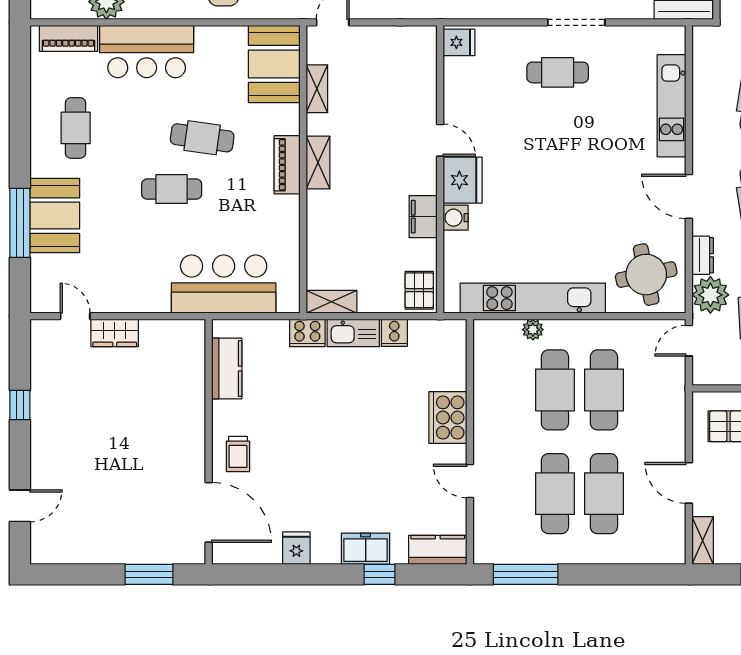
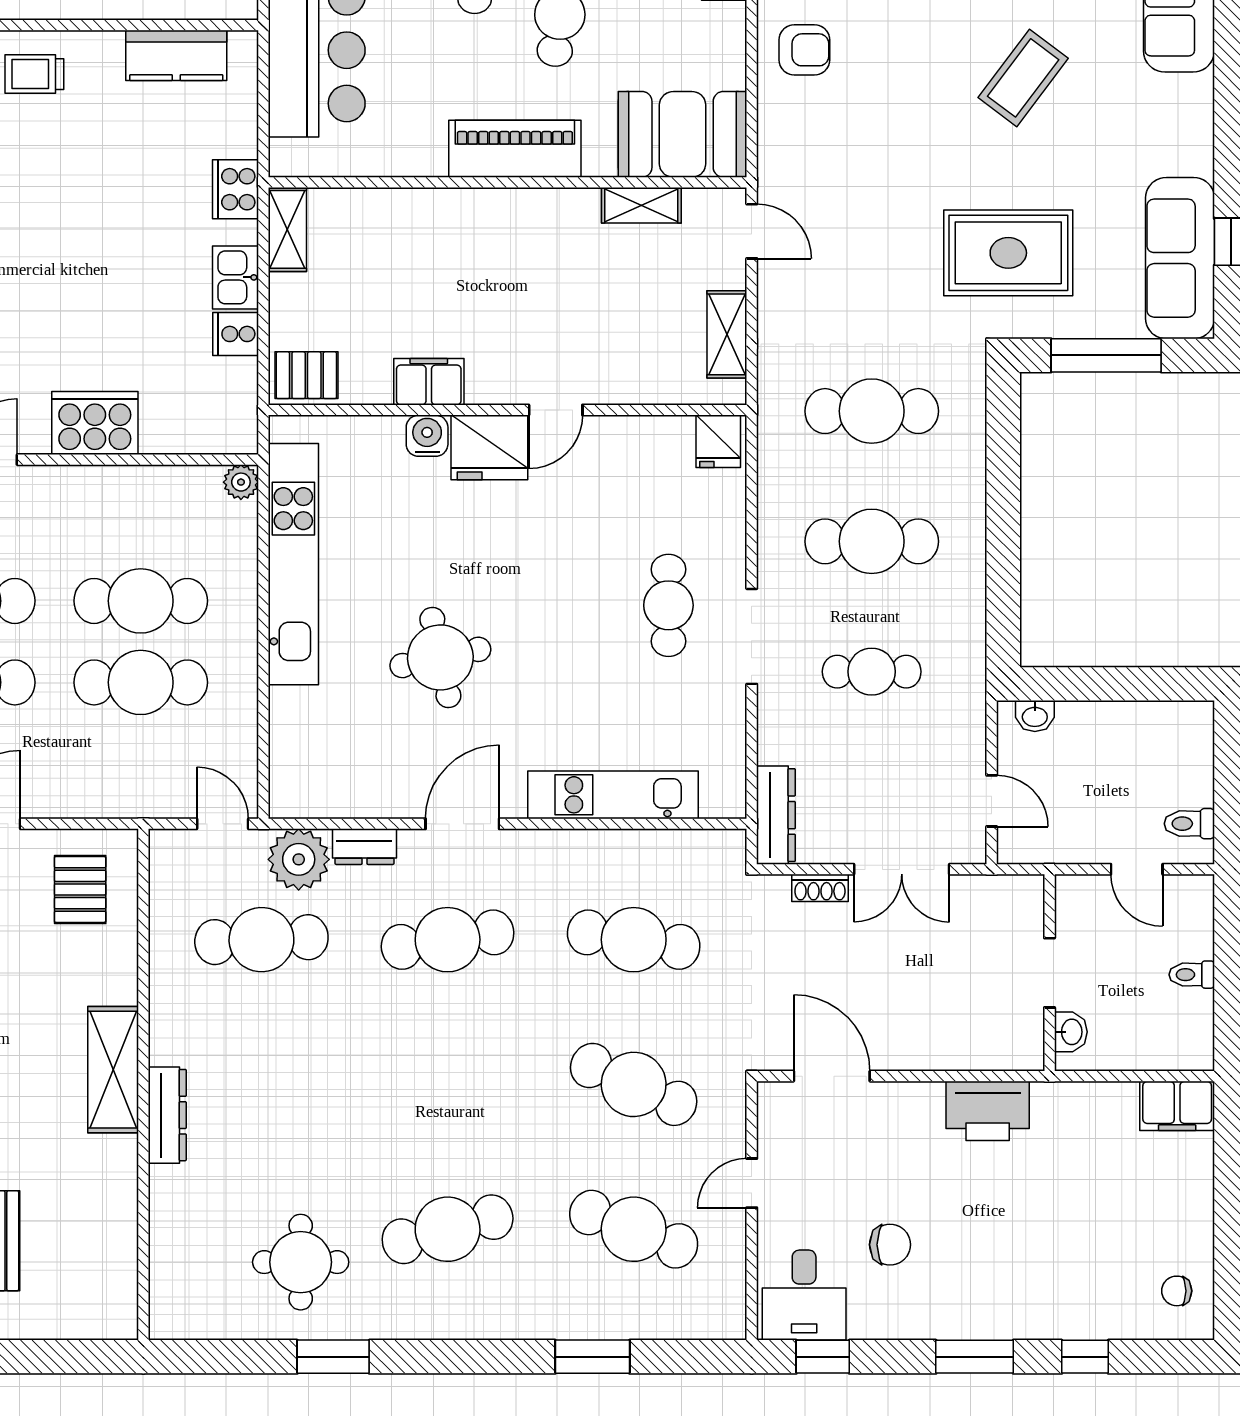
shelving: (318, 163) -> (727, 334), moved, turned 90
piano: (287, 165) -> (515, 149), width x1.37, depth x1.33
round table: (646, 275) -> (440, 657), moved
plant: (533, 330) -> (241, 482), moved
kitchen sink: (353, 333) -> (236, 277), width x0.73

